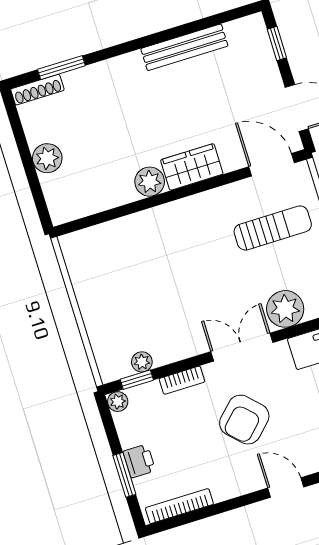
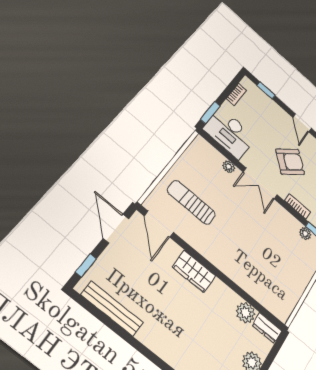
bench: (184, 47) -> (112, 309), moved
plant: (150, 182) -> (246, 313), moved
dresser: (70, 209) -> (267, 328), added
plant: (285, 309) -> (229, 167), width x0.53, depth x0.53

